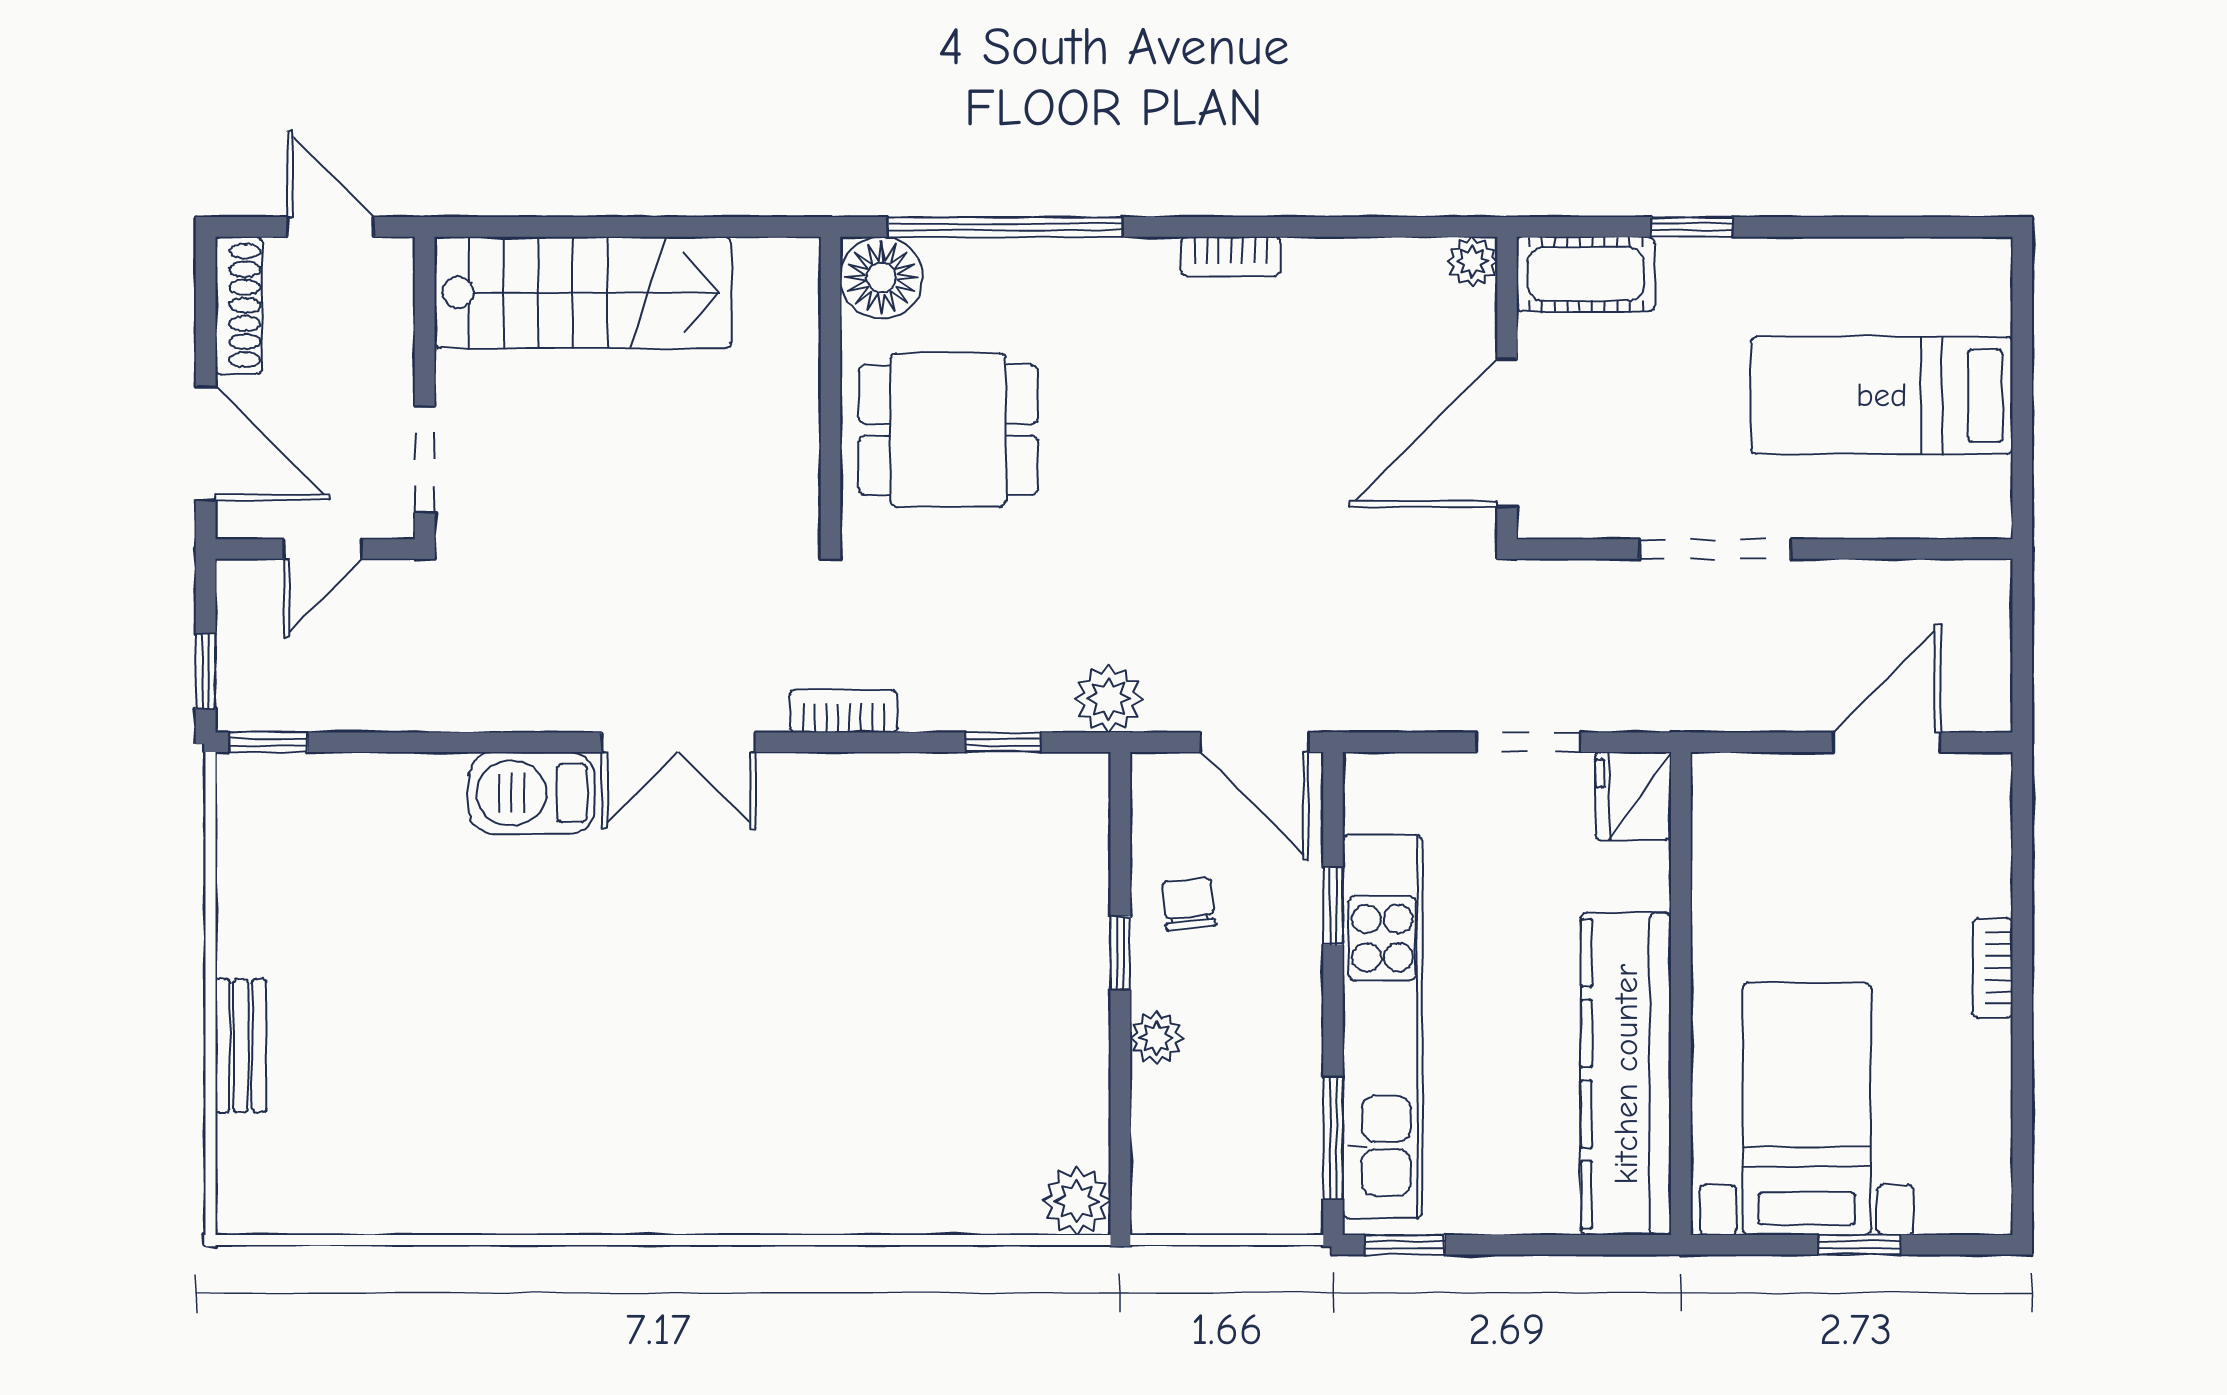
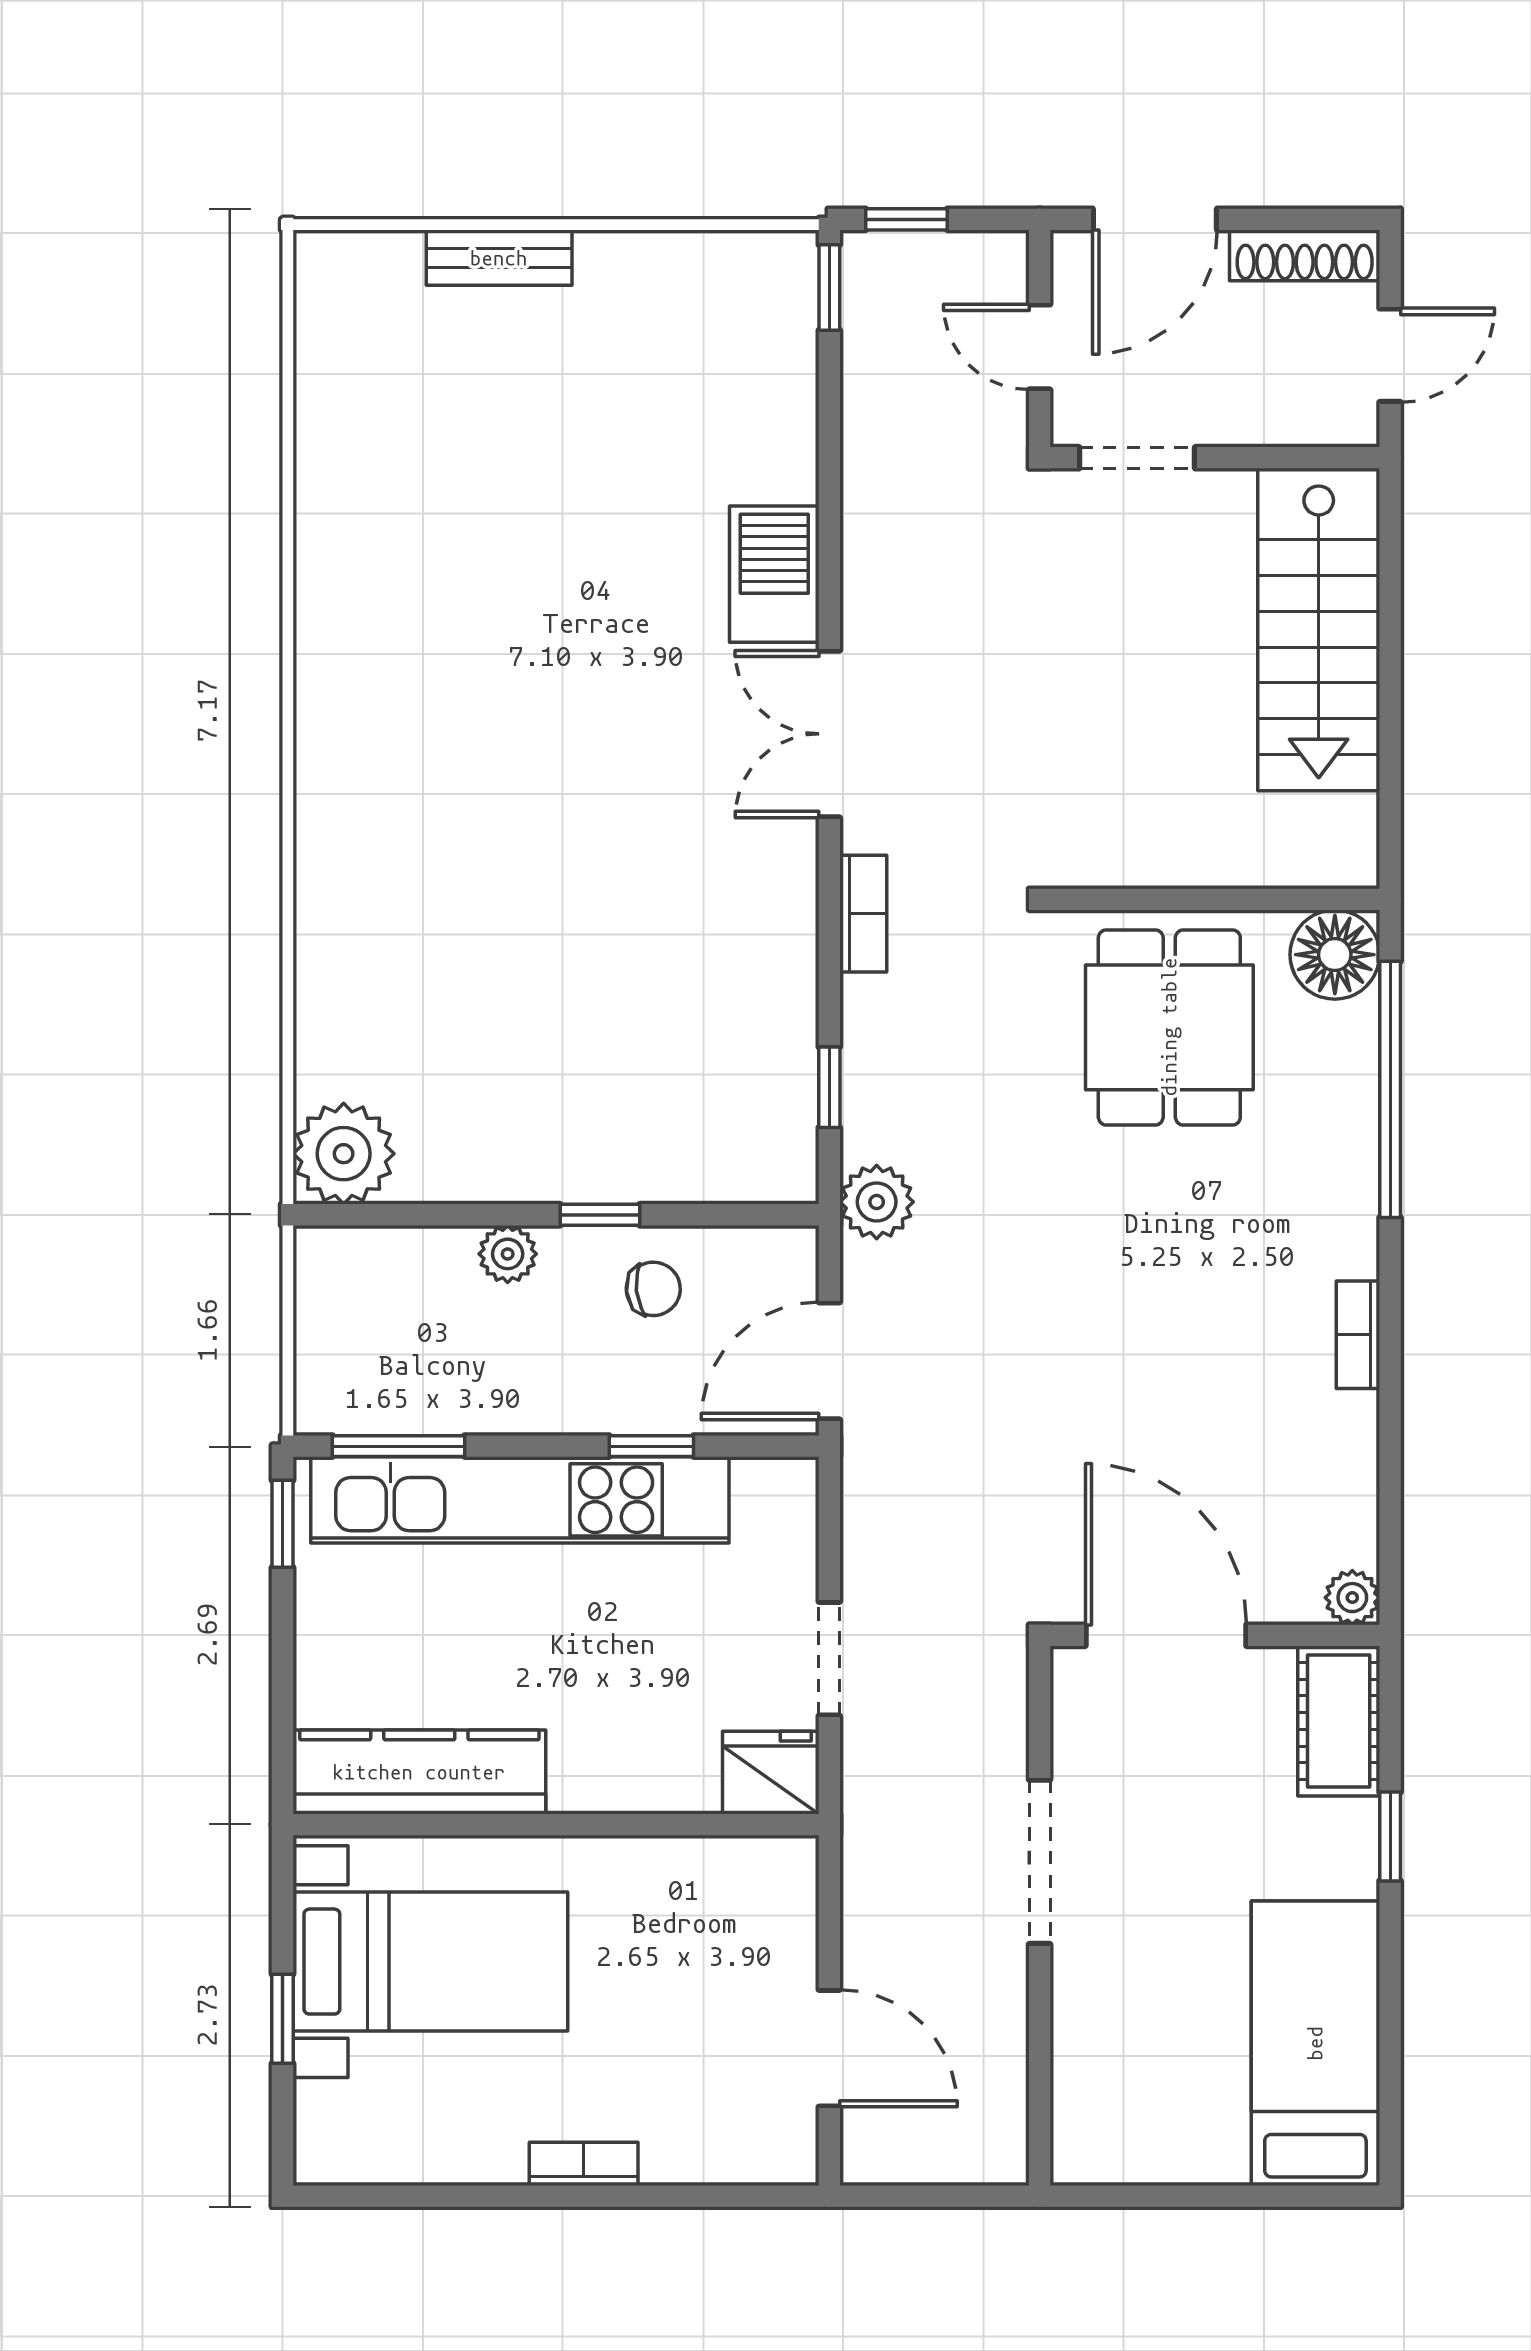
bed: (1882, 395) -> (1315, 2043), moved
kitchen counter: (1626, 1074) -> (419, 1772), width x0.72, depth x0.86
plant: (1077, 1201) -> (344, 1154), width x1.36, depth x1.36

